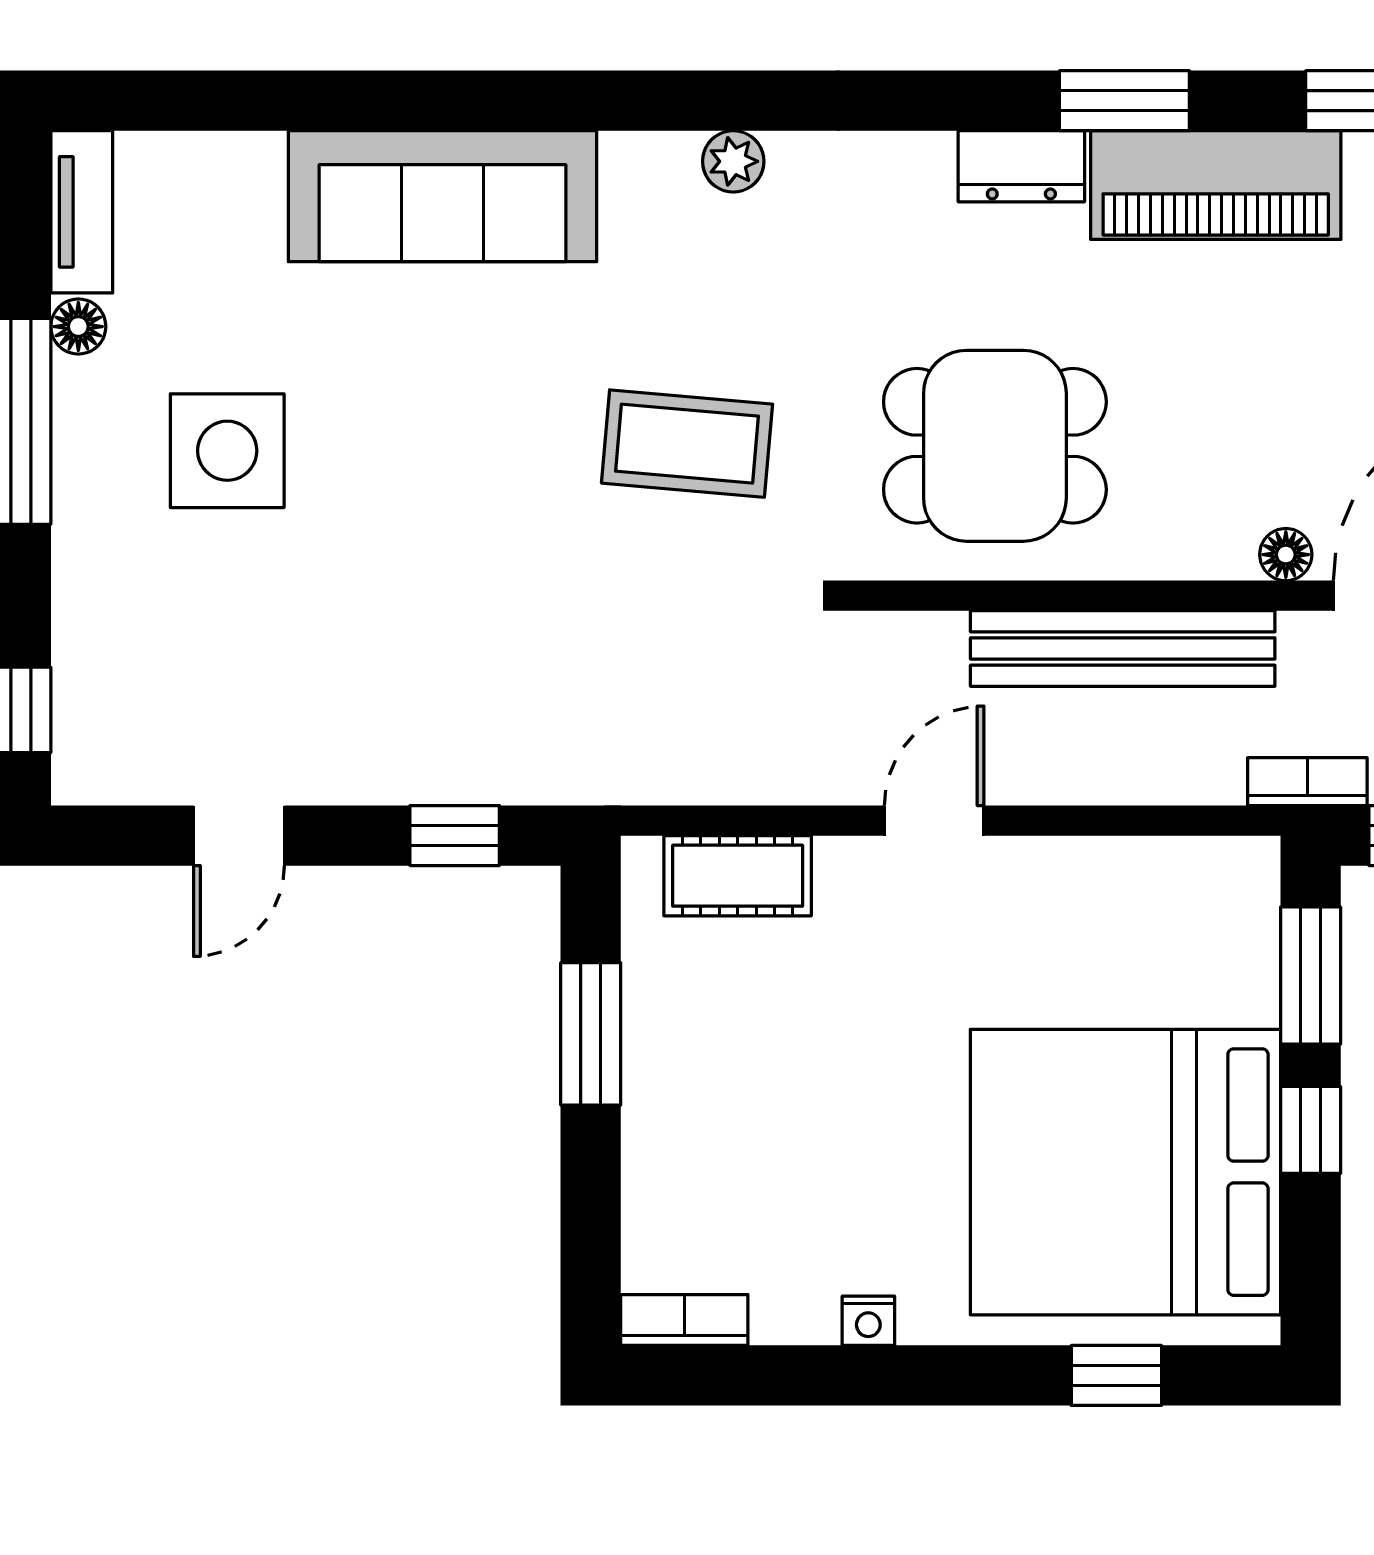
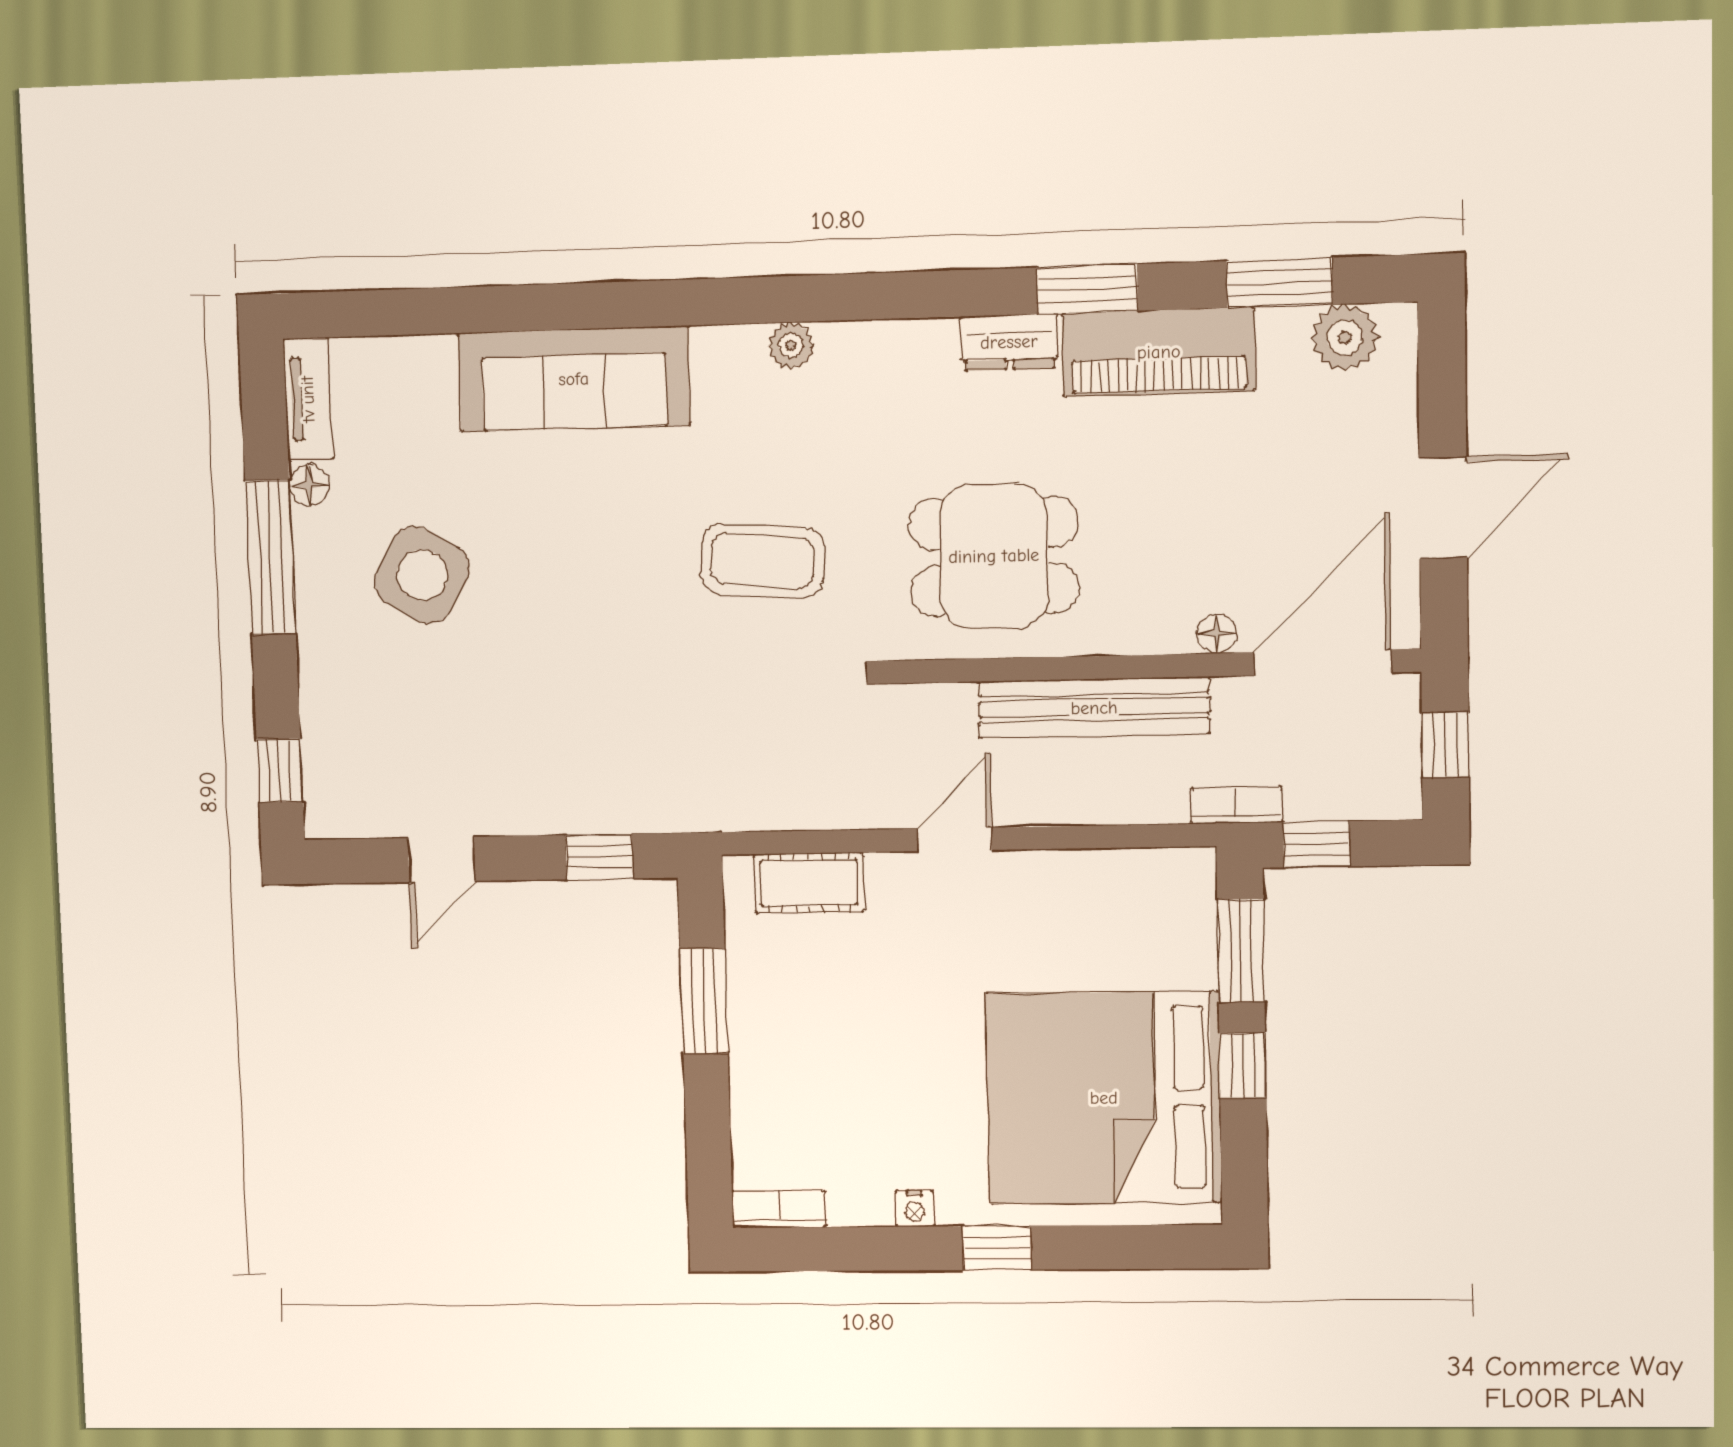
side table: (227, 451) -> (422, 575), turned 31
window: (1116, 1375) -> (997, 1248), moved

